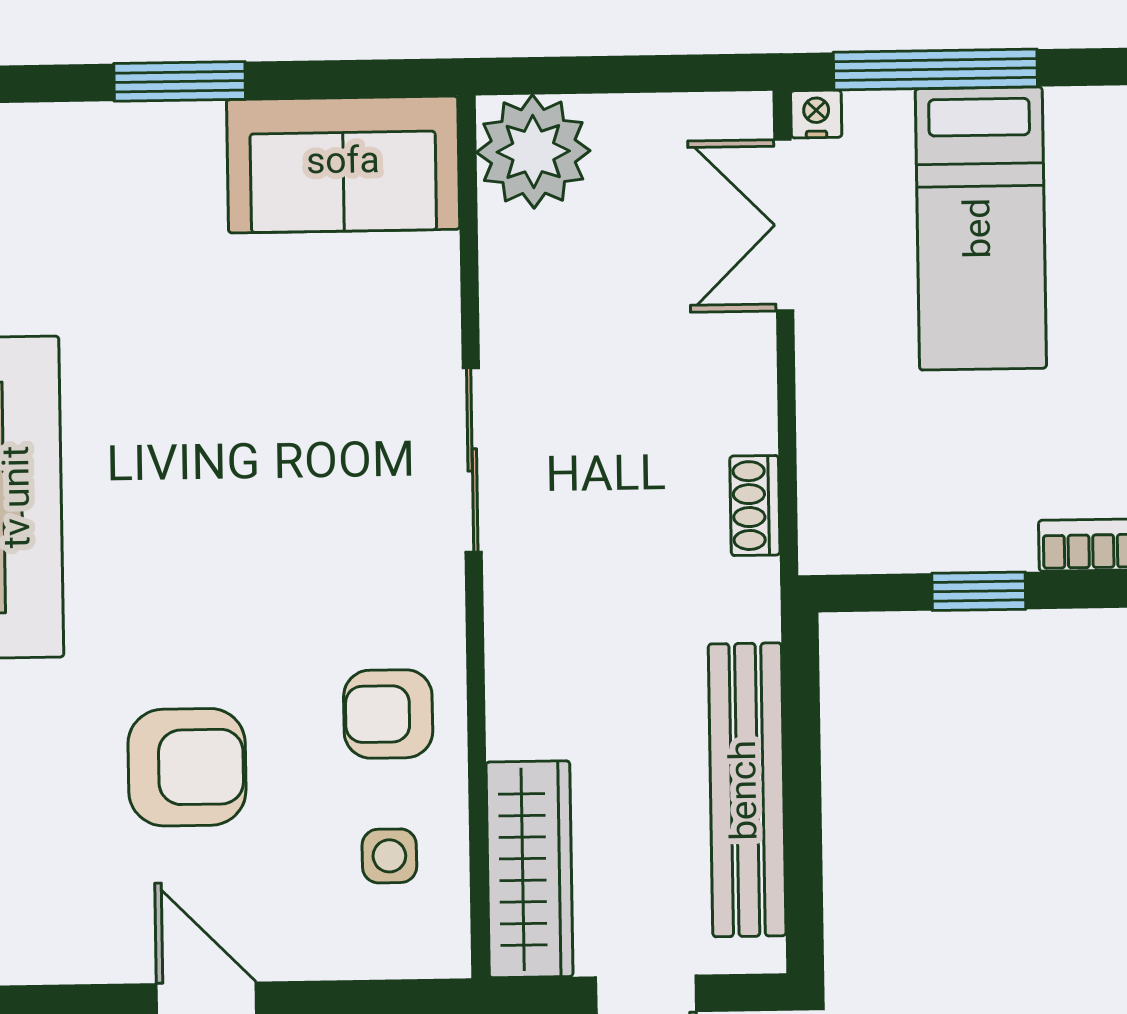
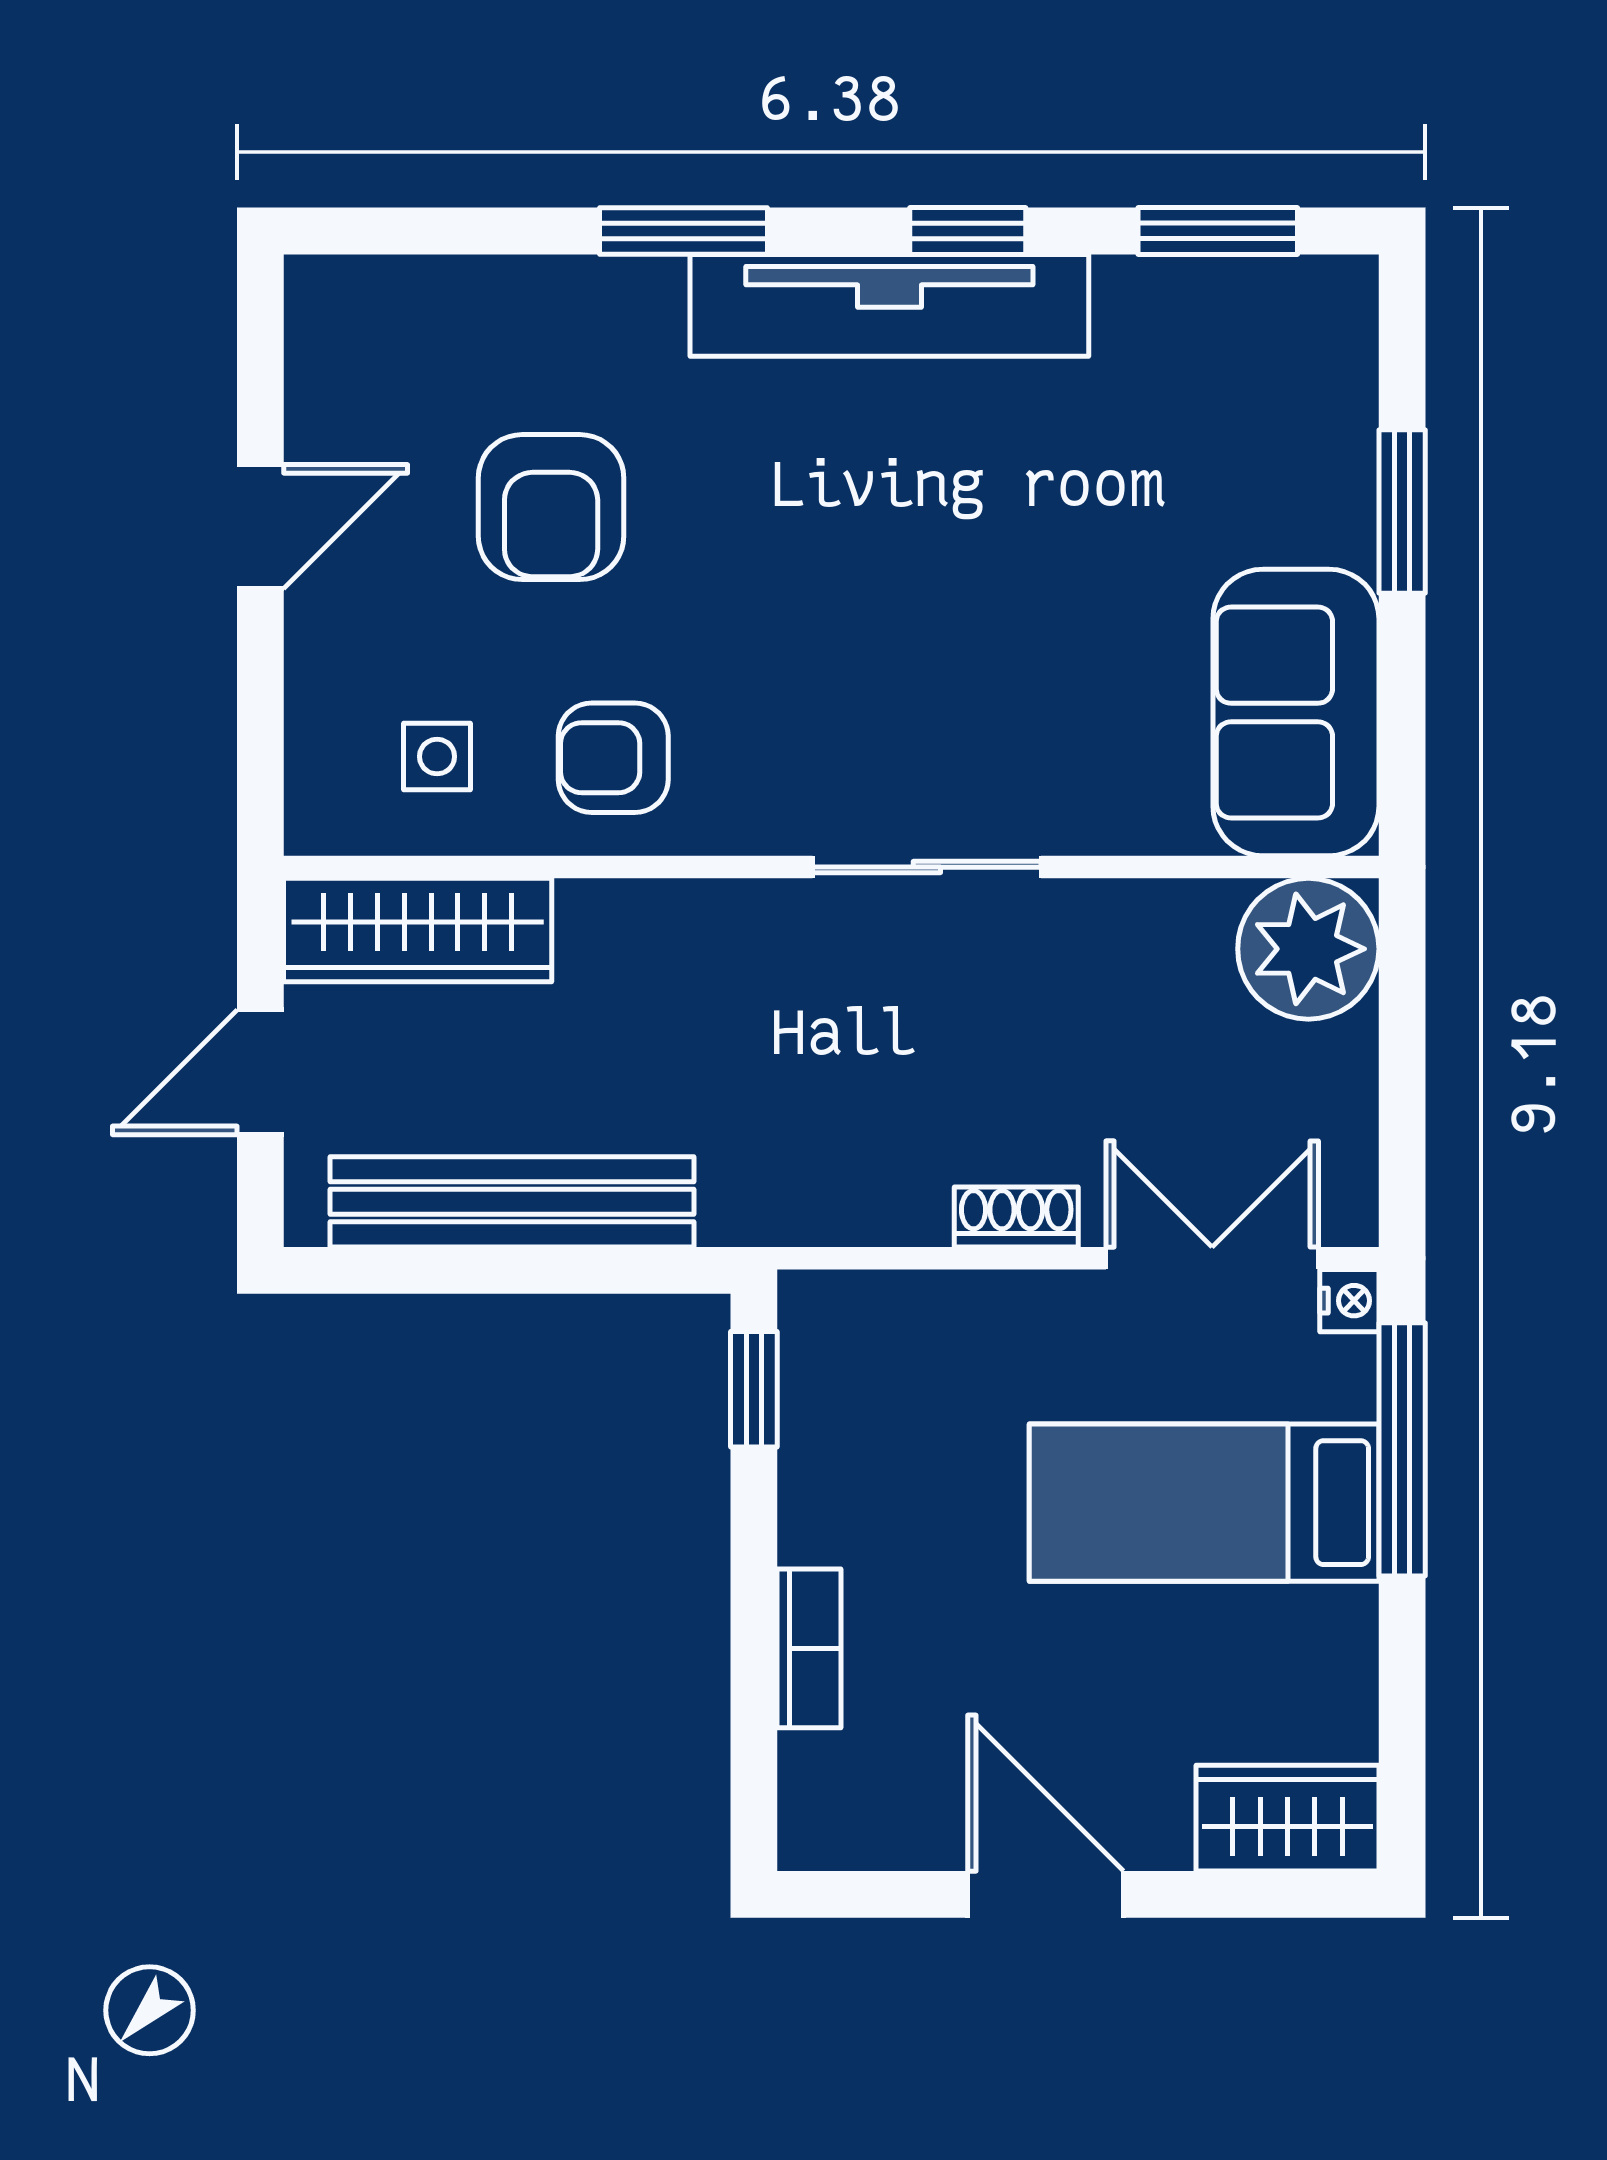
shoe rack: (755, 505) -> (1016, 1217), moved
window: (979, 591) -> (754, 1389), moved
armchair: (388, 714) -> (613, 758), turned -90

